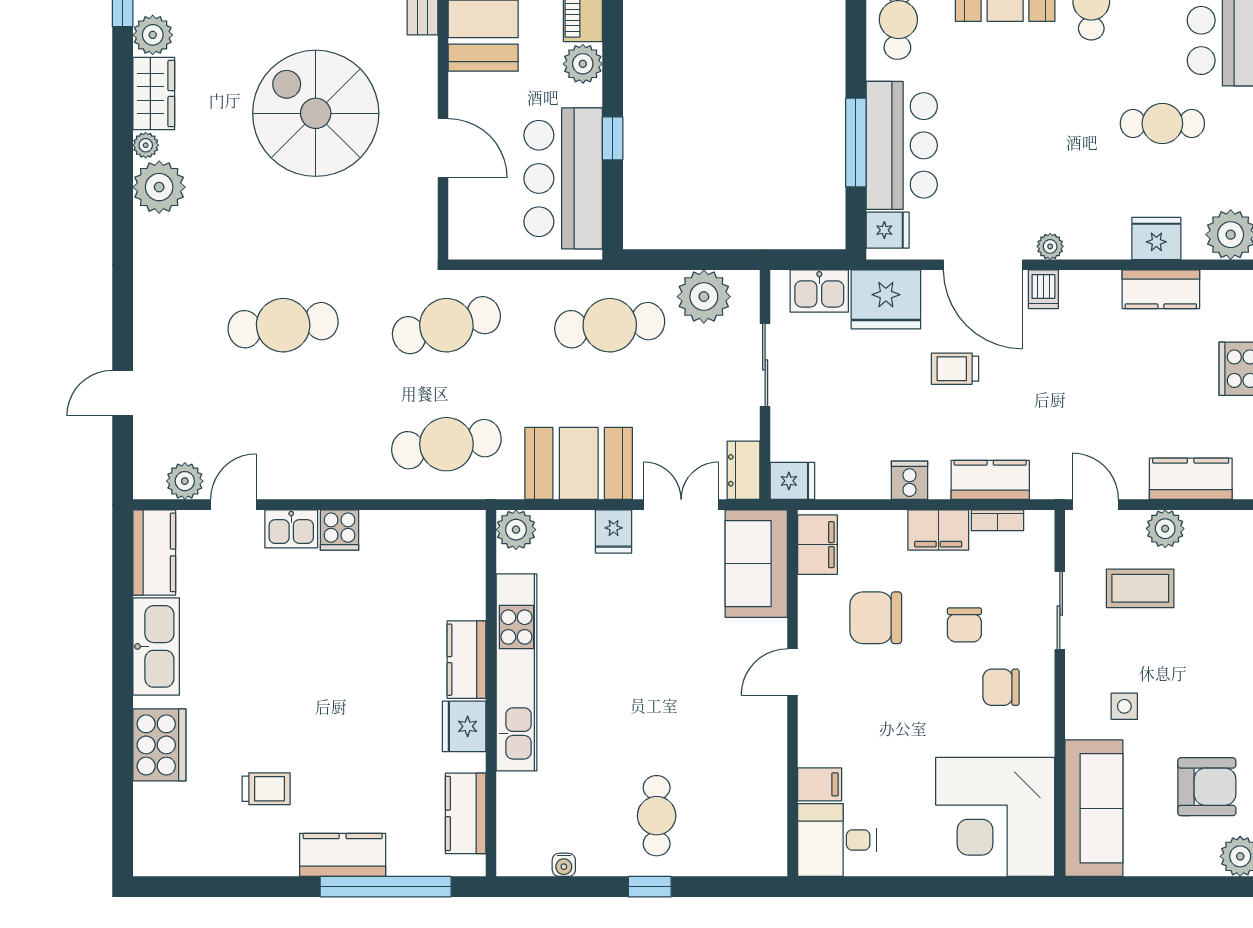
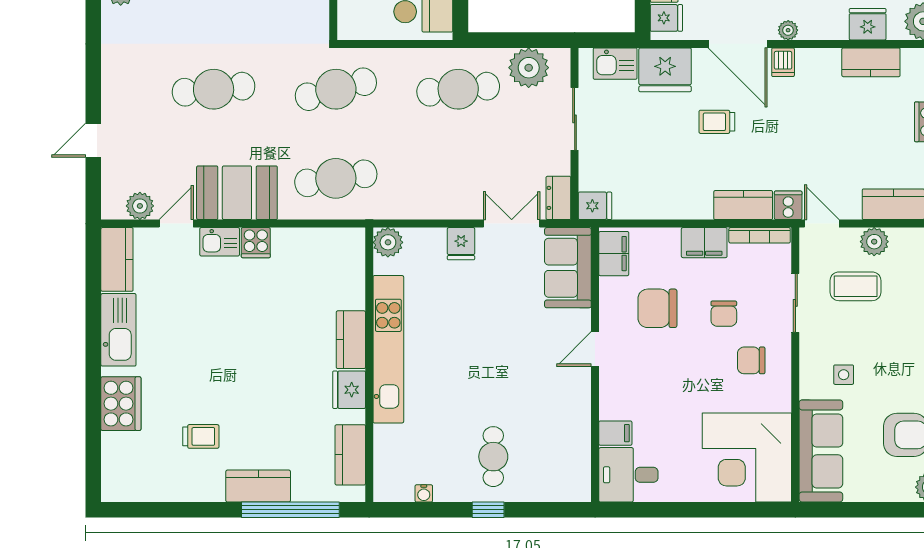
booth: (579, 463) -> (237, 193), moved
cooker: (910, 480) -> (788, 205), moved
bookcase: (997, 520) -> (760, 235), width x1.56

